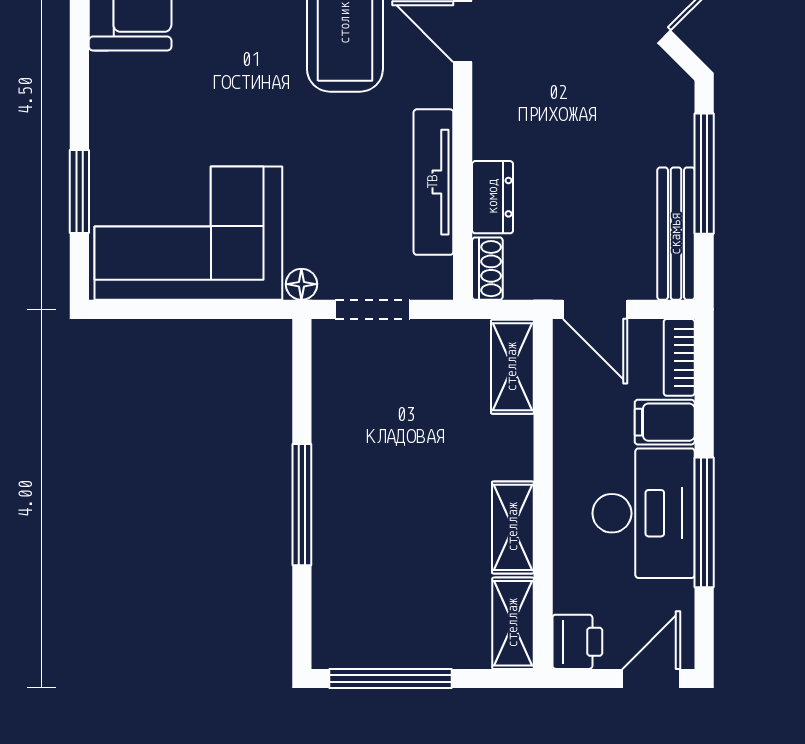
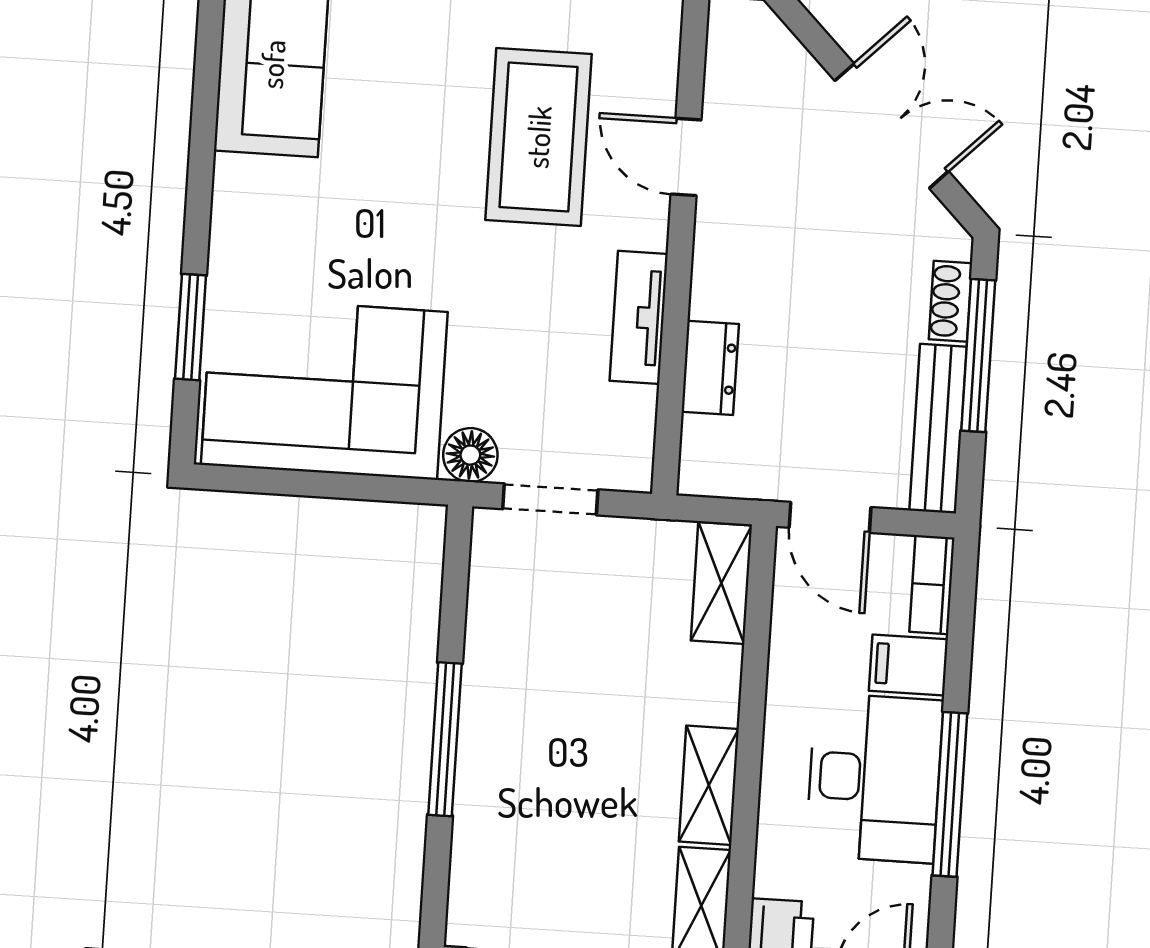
tv unit: (433, 182) -> (639, 317), width x0.71
shoe rack: (487, 269) -> (951, 301), moved, turned 180
floor lamp: (301, 284) -> (470, 455), width x1.37, depth x1.37

